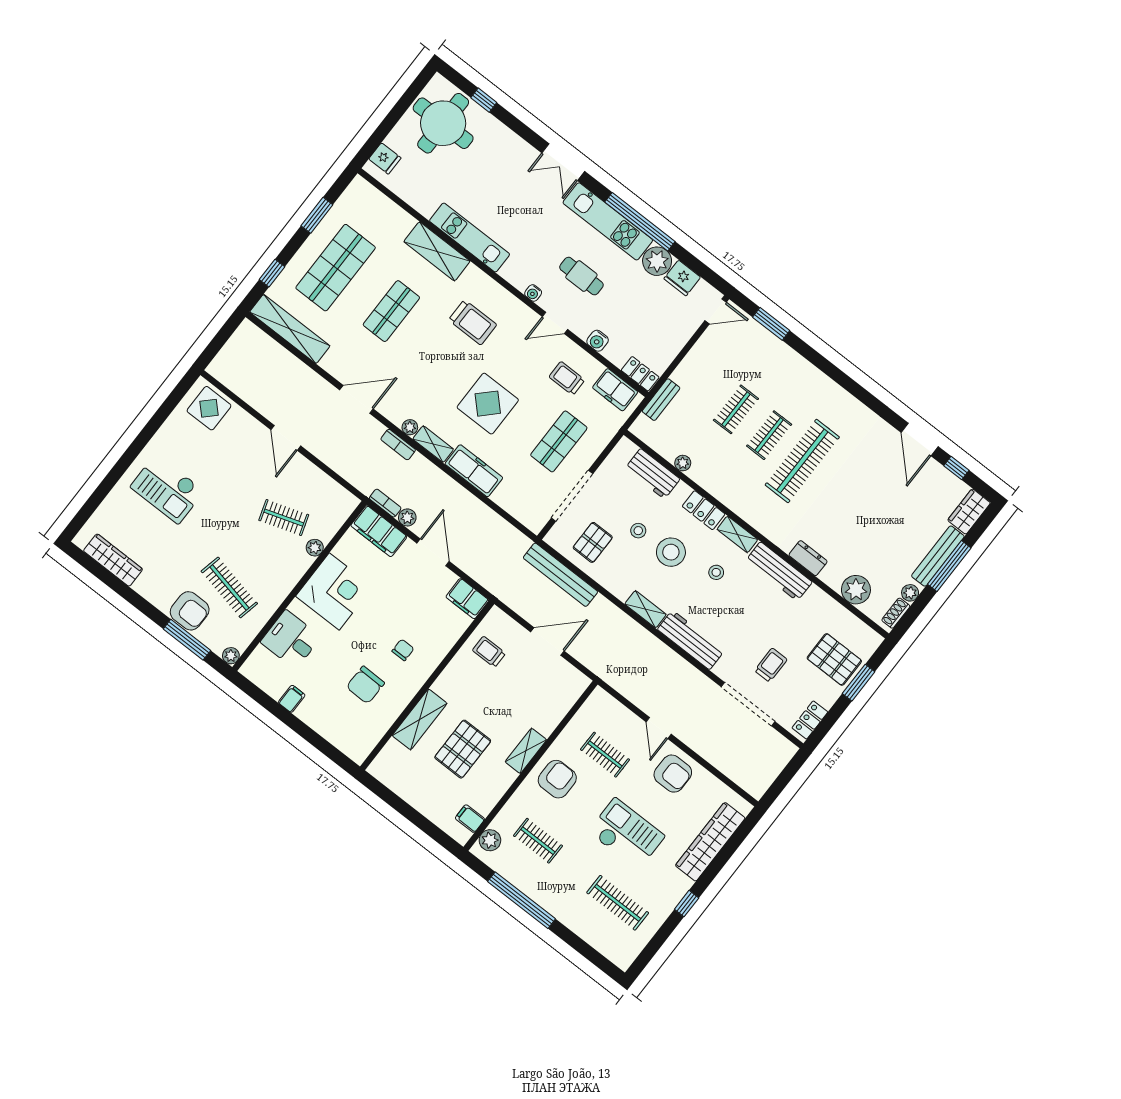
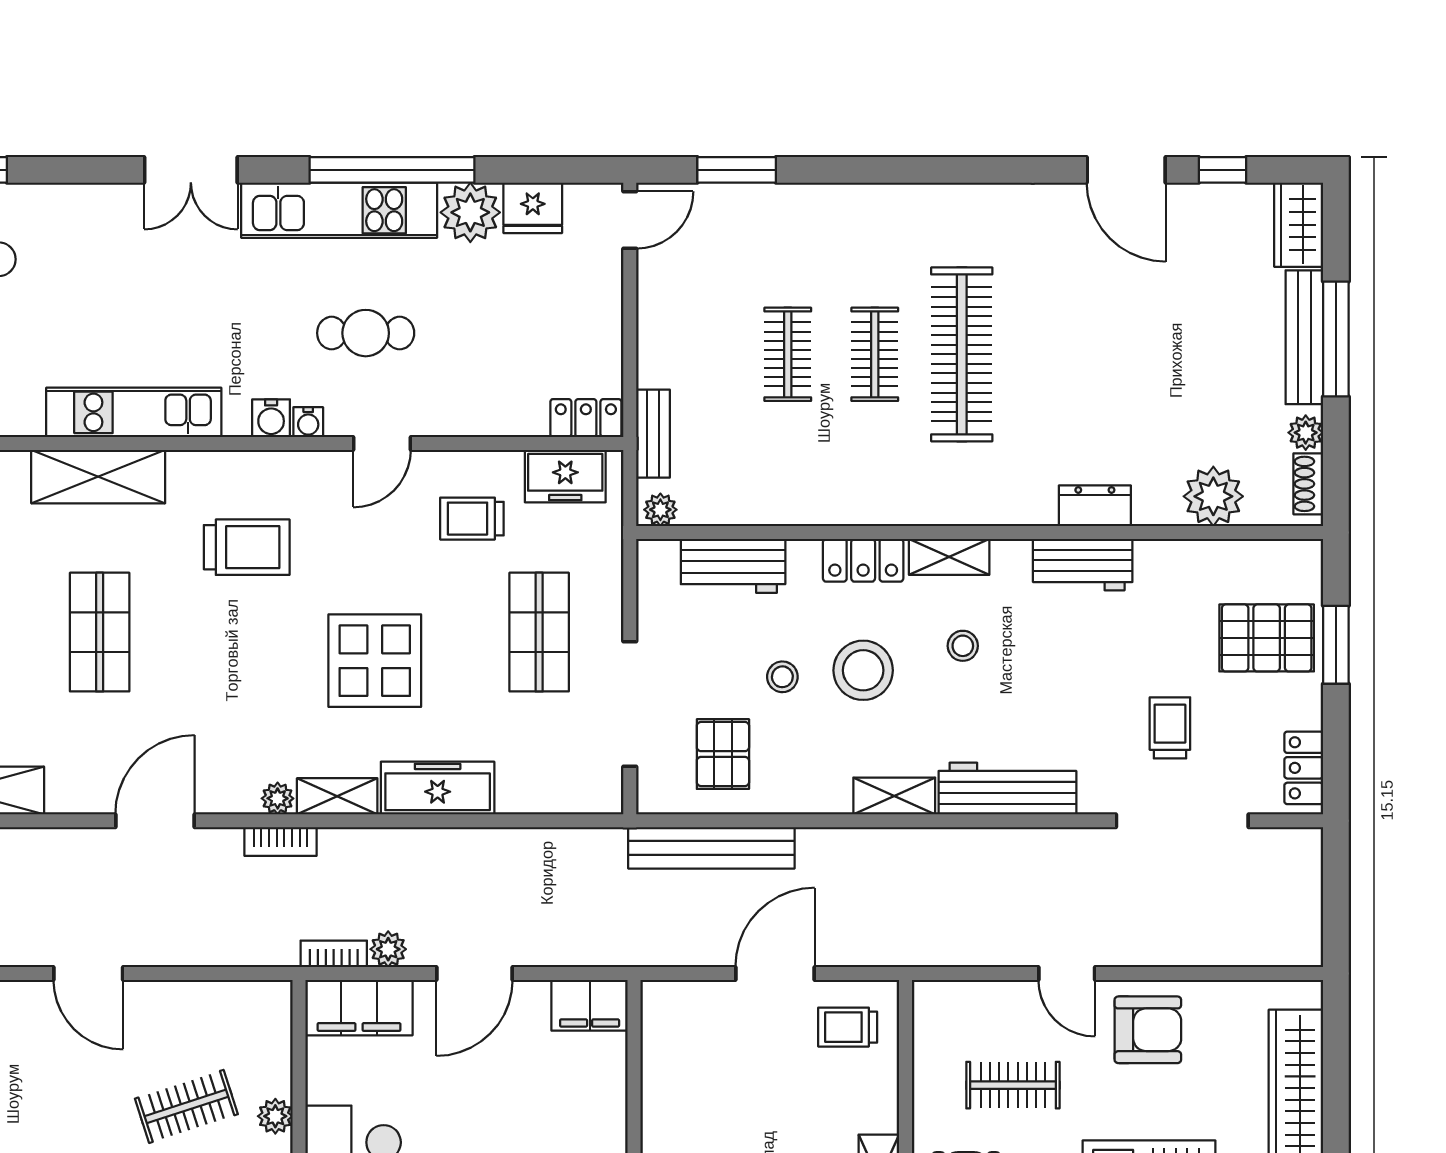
water cooler: (598, 341) -> (271, 418), moved
plant: (683, 463) -> (660, 510), moved
door: (433, 552) -> (474, 973), swing flipped
workbench: (779, 571) -> (1083, 565), width x0.73
trolley: (489, 652) -> (848, 1027), moved

